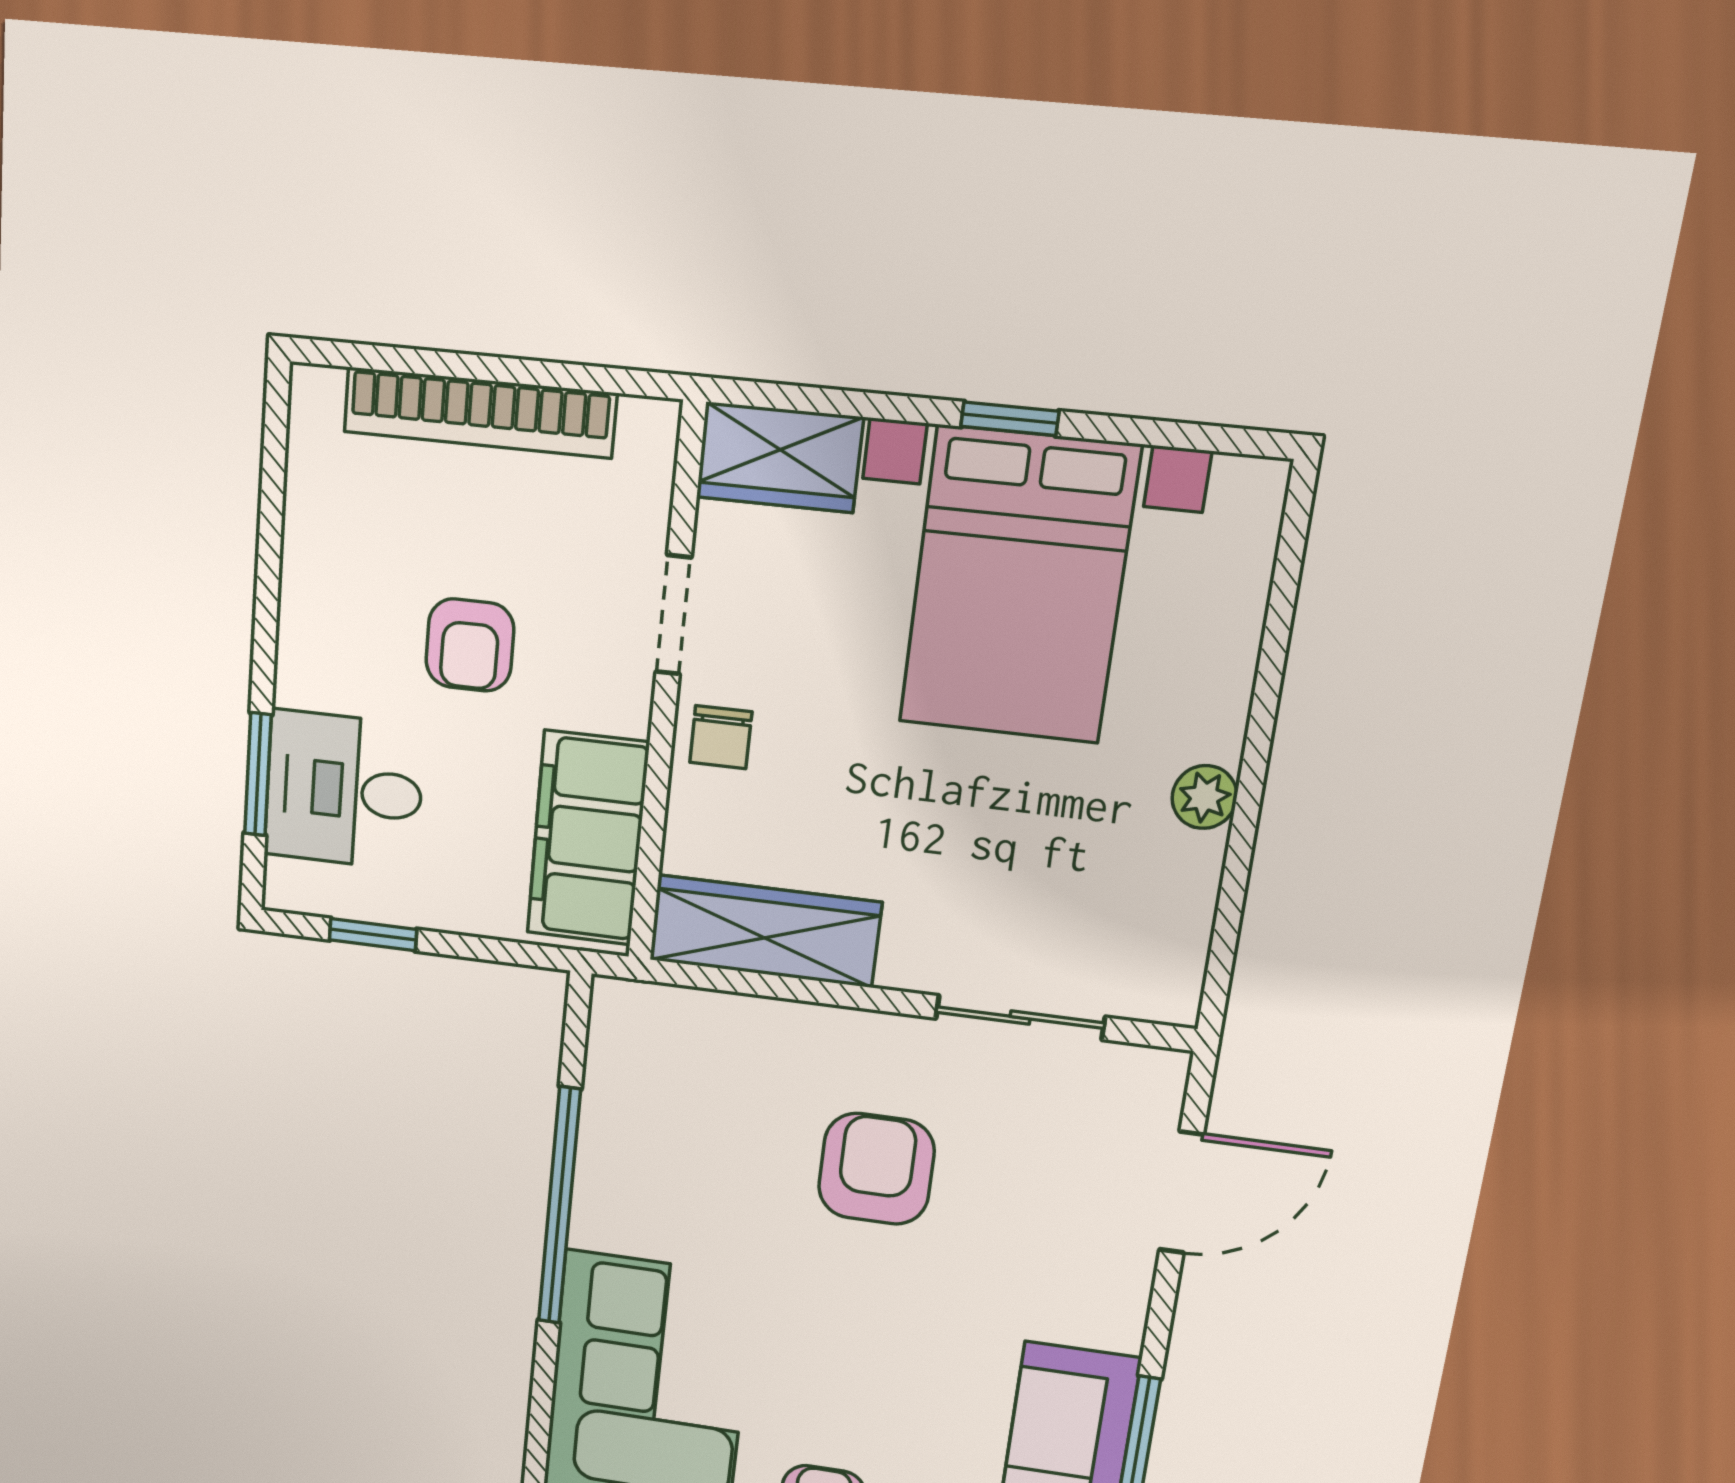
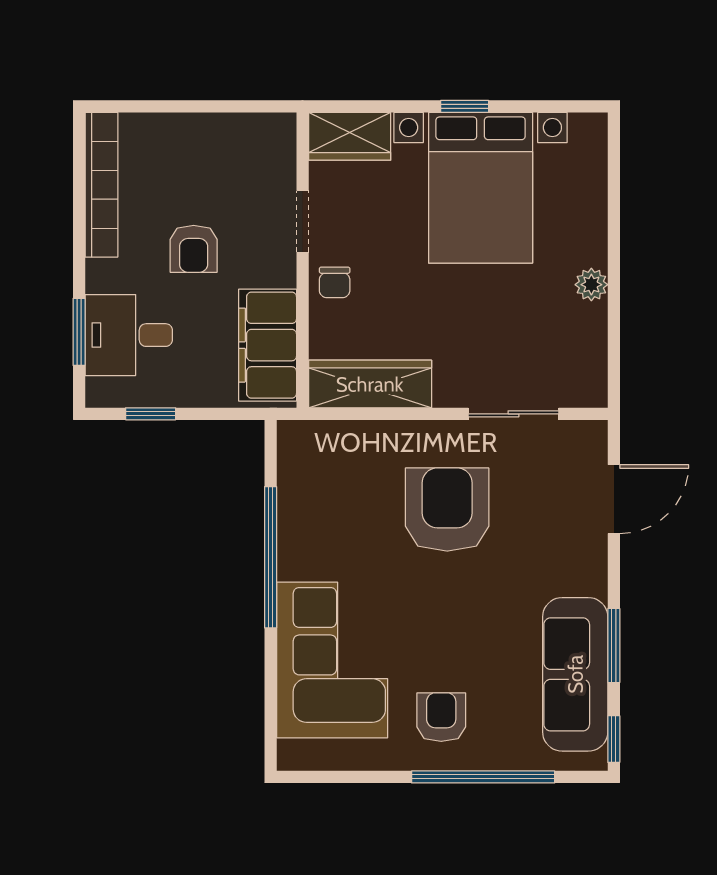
bookcase: (480, 413) -> (101, 185), moved, turned -90
armchair: (876, 1169) -> (447, 510), width x1.36, depth x1.36

